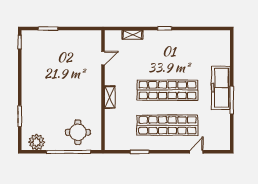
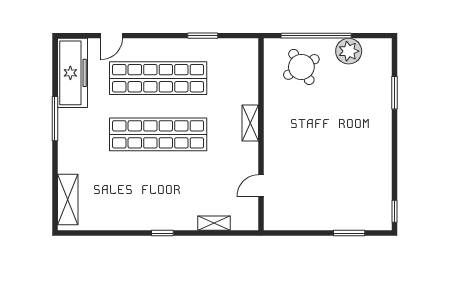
shelving: (224, 49) -> (68, 200), added
freezer: (221, 88) -> (72, 73), moved
round table: (78, 132) -> (301, 67), turned -31
plant: (37, 142) -> (349, 51), moved

